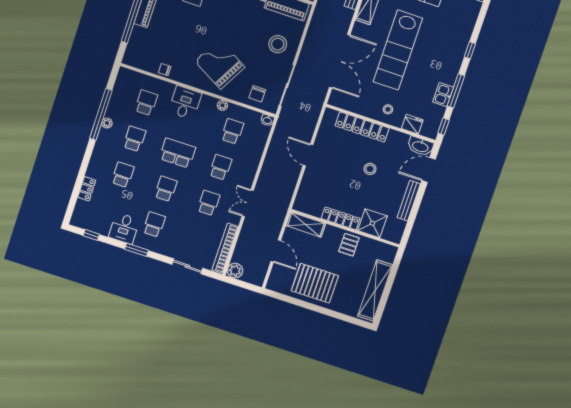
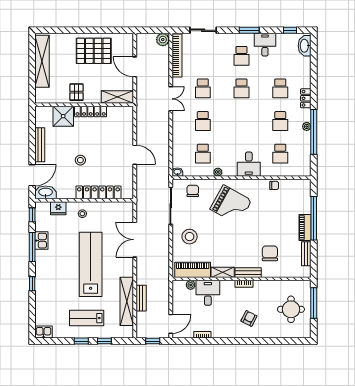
double door: (340, 61) -> (135, 240), width x0.73
school desk: (178, 153) -> (242, 121), removed
locker: (87, 189) -> (306, 98), moved
washbasin: (80, 213) -> (305, 46), added

